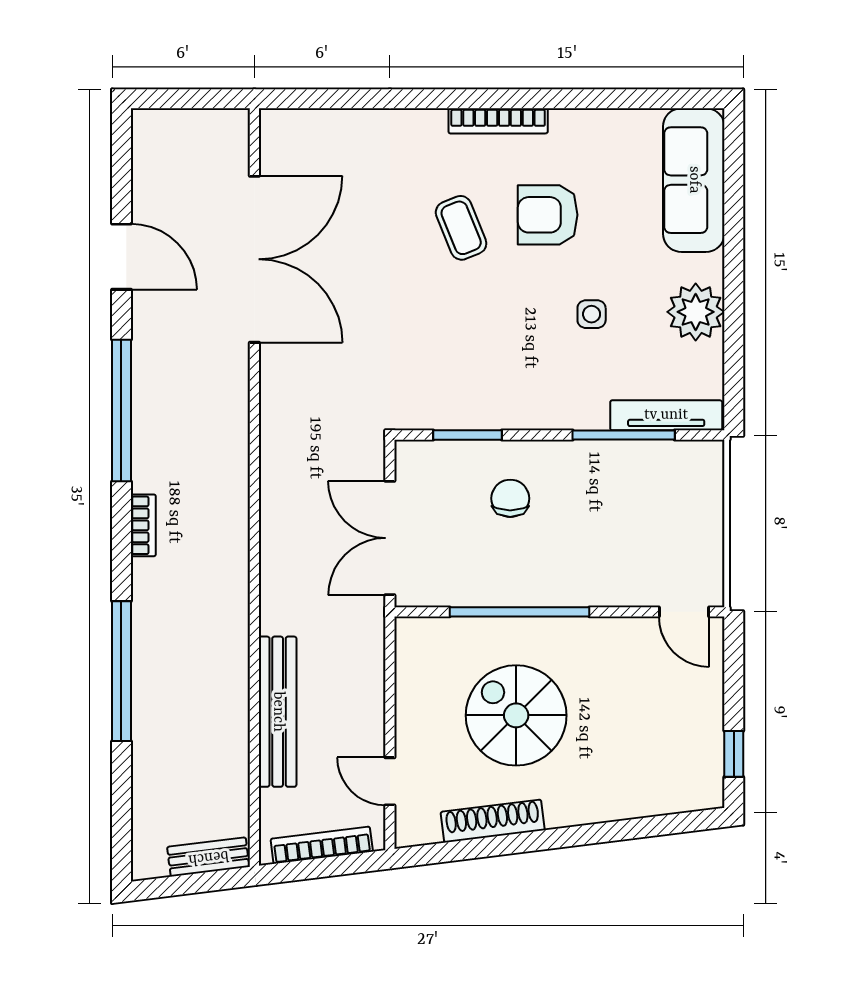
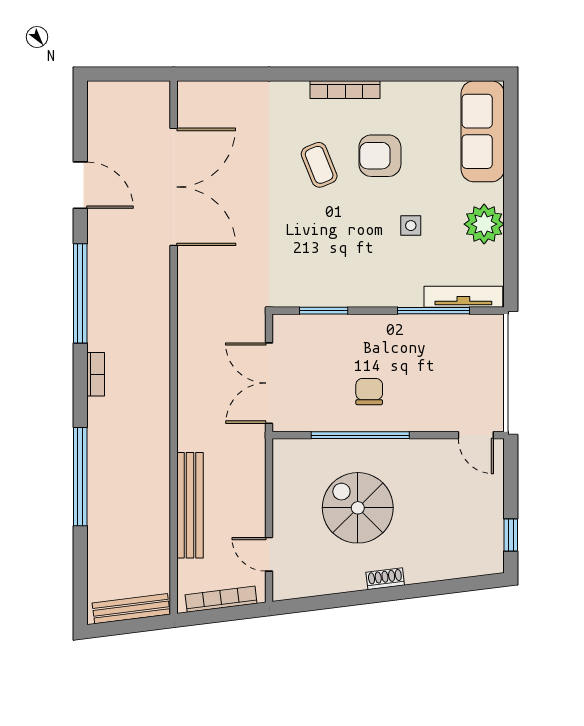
chair: (510, 498) -> (369, 392), moved
shoe rack: (493, 821) -> (385, 579), moved, width x0.51, depth x0.81
bench: (208, 857) -> (131, 609), width x1.36

